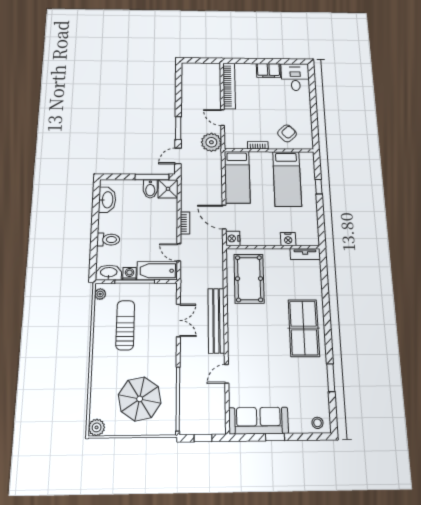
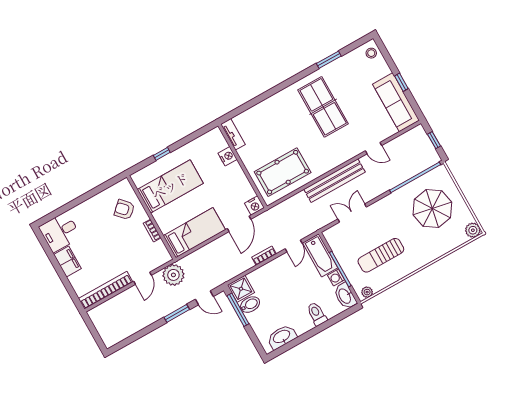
table tennis table: (304, 328) -> (323, 107), moved, turned 90

